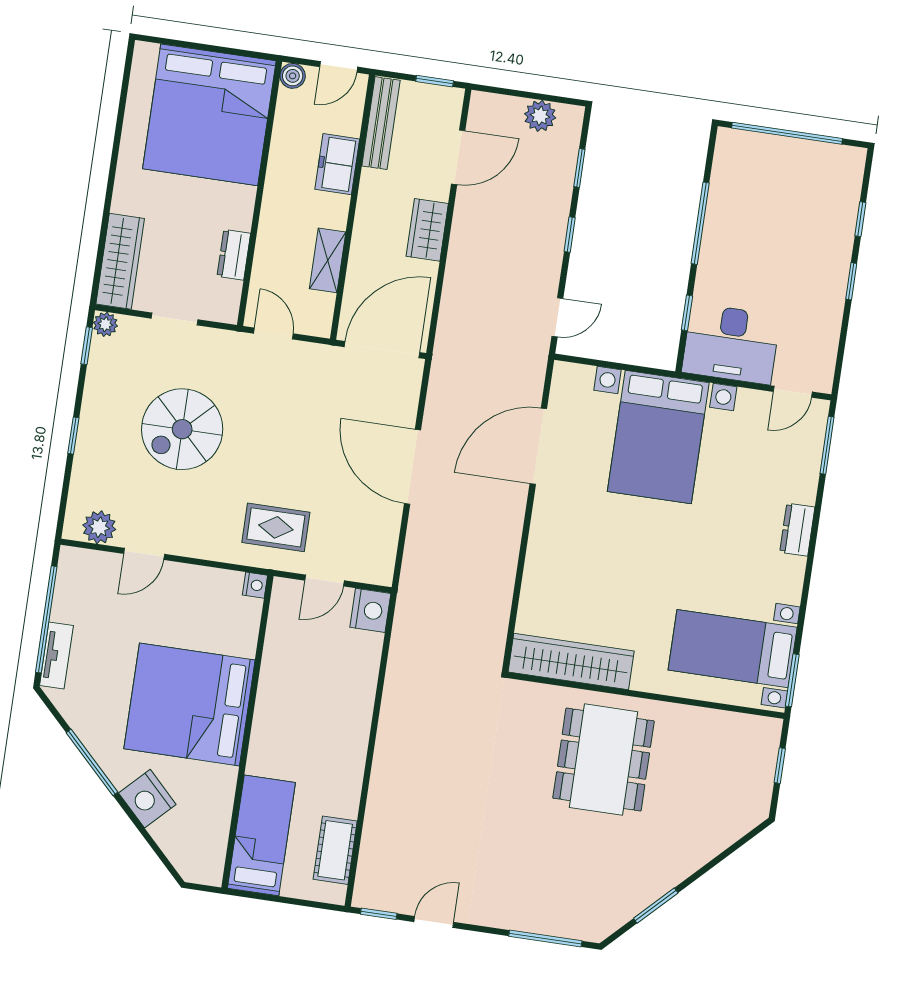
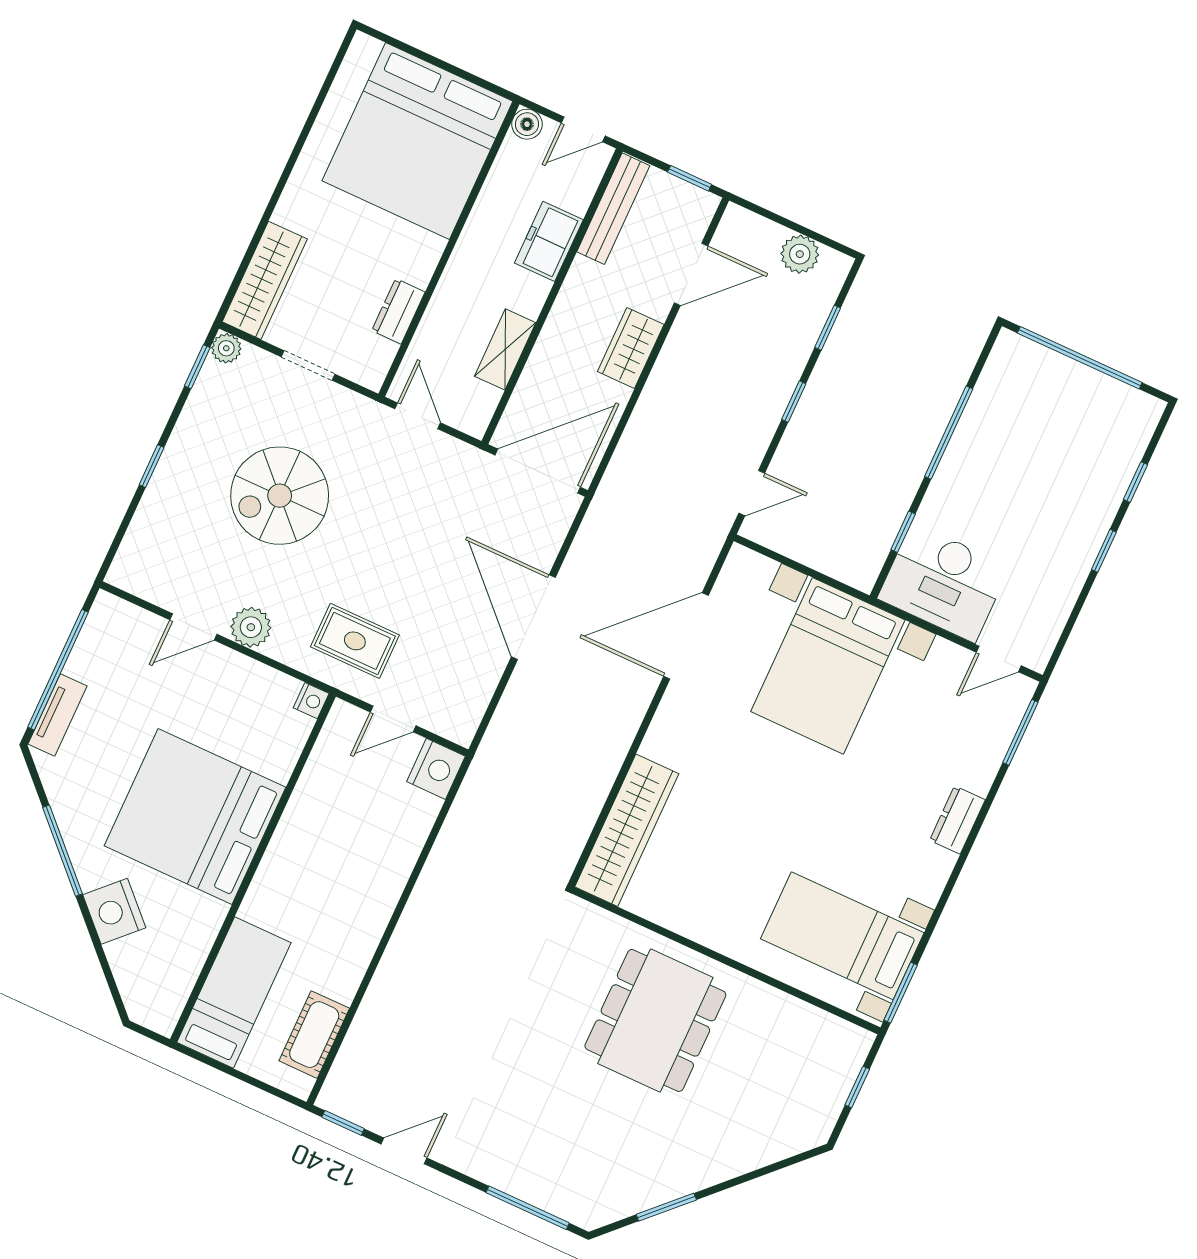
plant: (99, 527) -> (251, 627), moved
wardrobe: (571, 661) -> (627, 830), moved, turned 90

